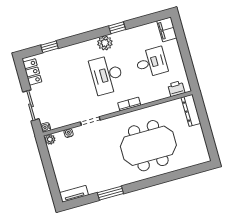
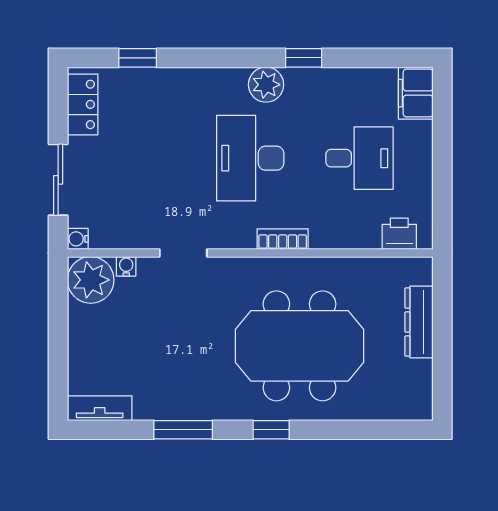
dresser: (191, 110) -> (419, 322), moved
plant: (50, 139) -> (91, 280), width x1.88, depth x1.88
window: (146, 183) -> (271, 430), added

